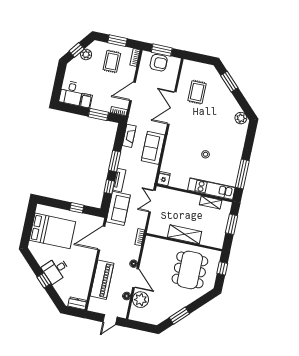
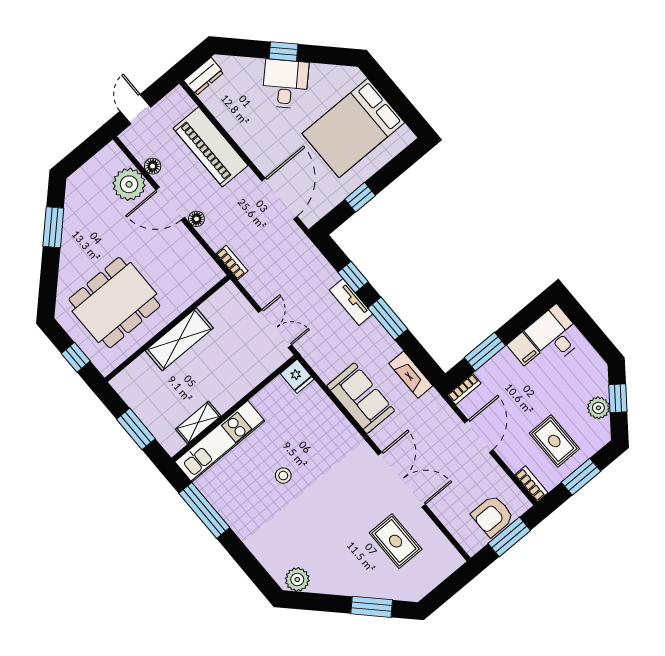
sofa: (118, 208) -> (306, 264), removed
dining table: (190, 270) -> (114, 303), turned 90

